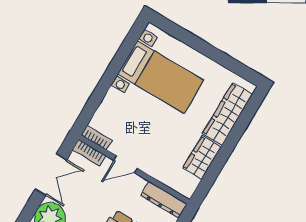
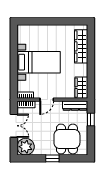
bed with nightstands: (161, 77) -> (39, 62), moved
wardrobe: (202, 158) -> (81, 88), moved

